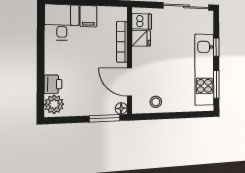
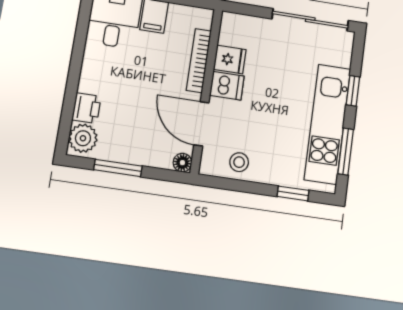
dishwasher: (142, 21) -> (227, 86), moved
window: (190, 115) -> (293, 193), added
window: (105, 118) -> (118, 168), moved

